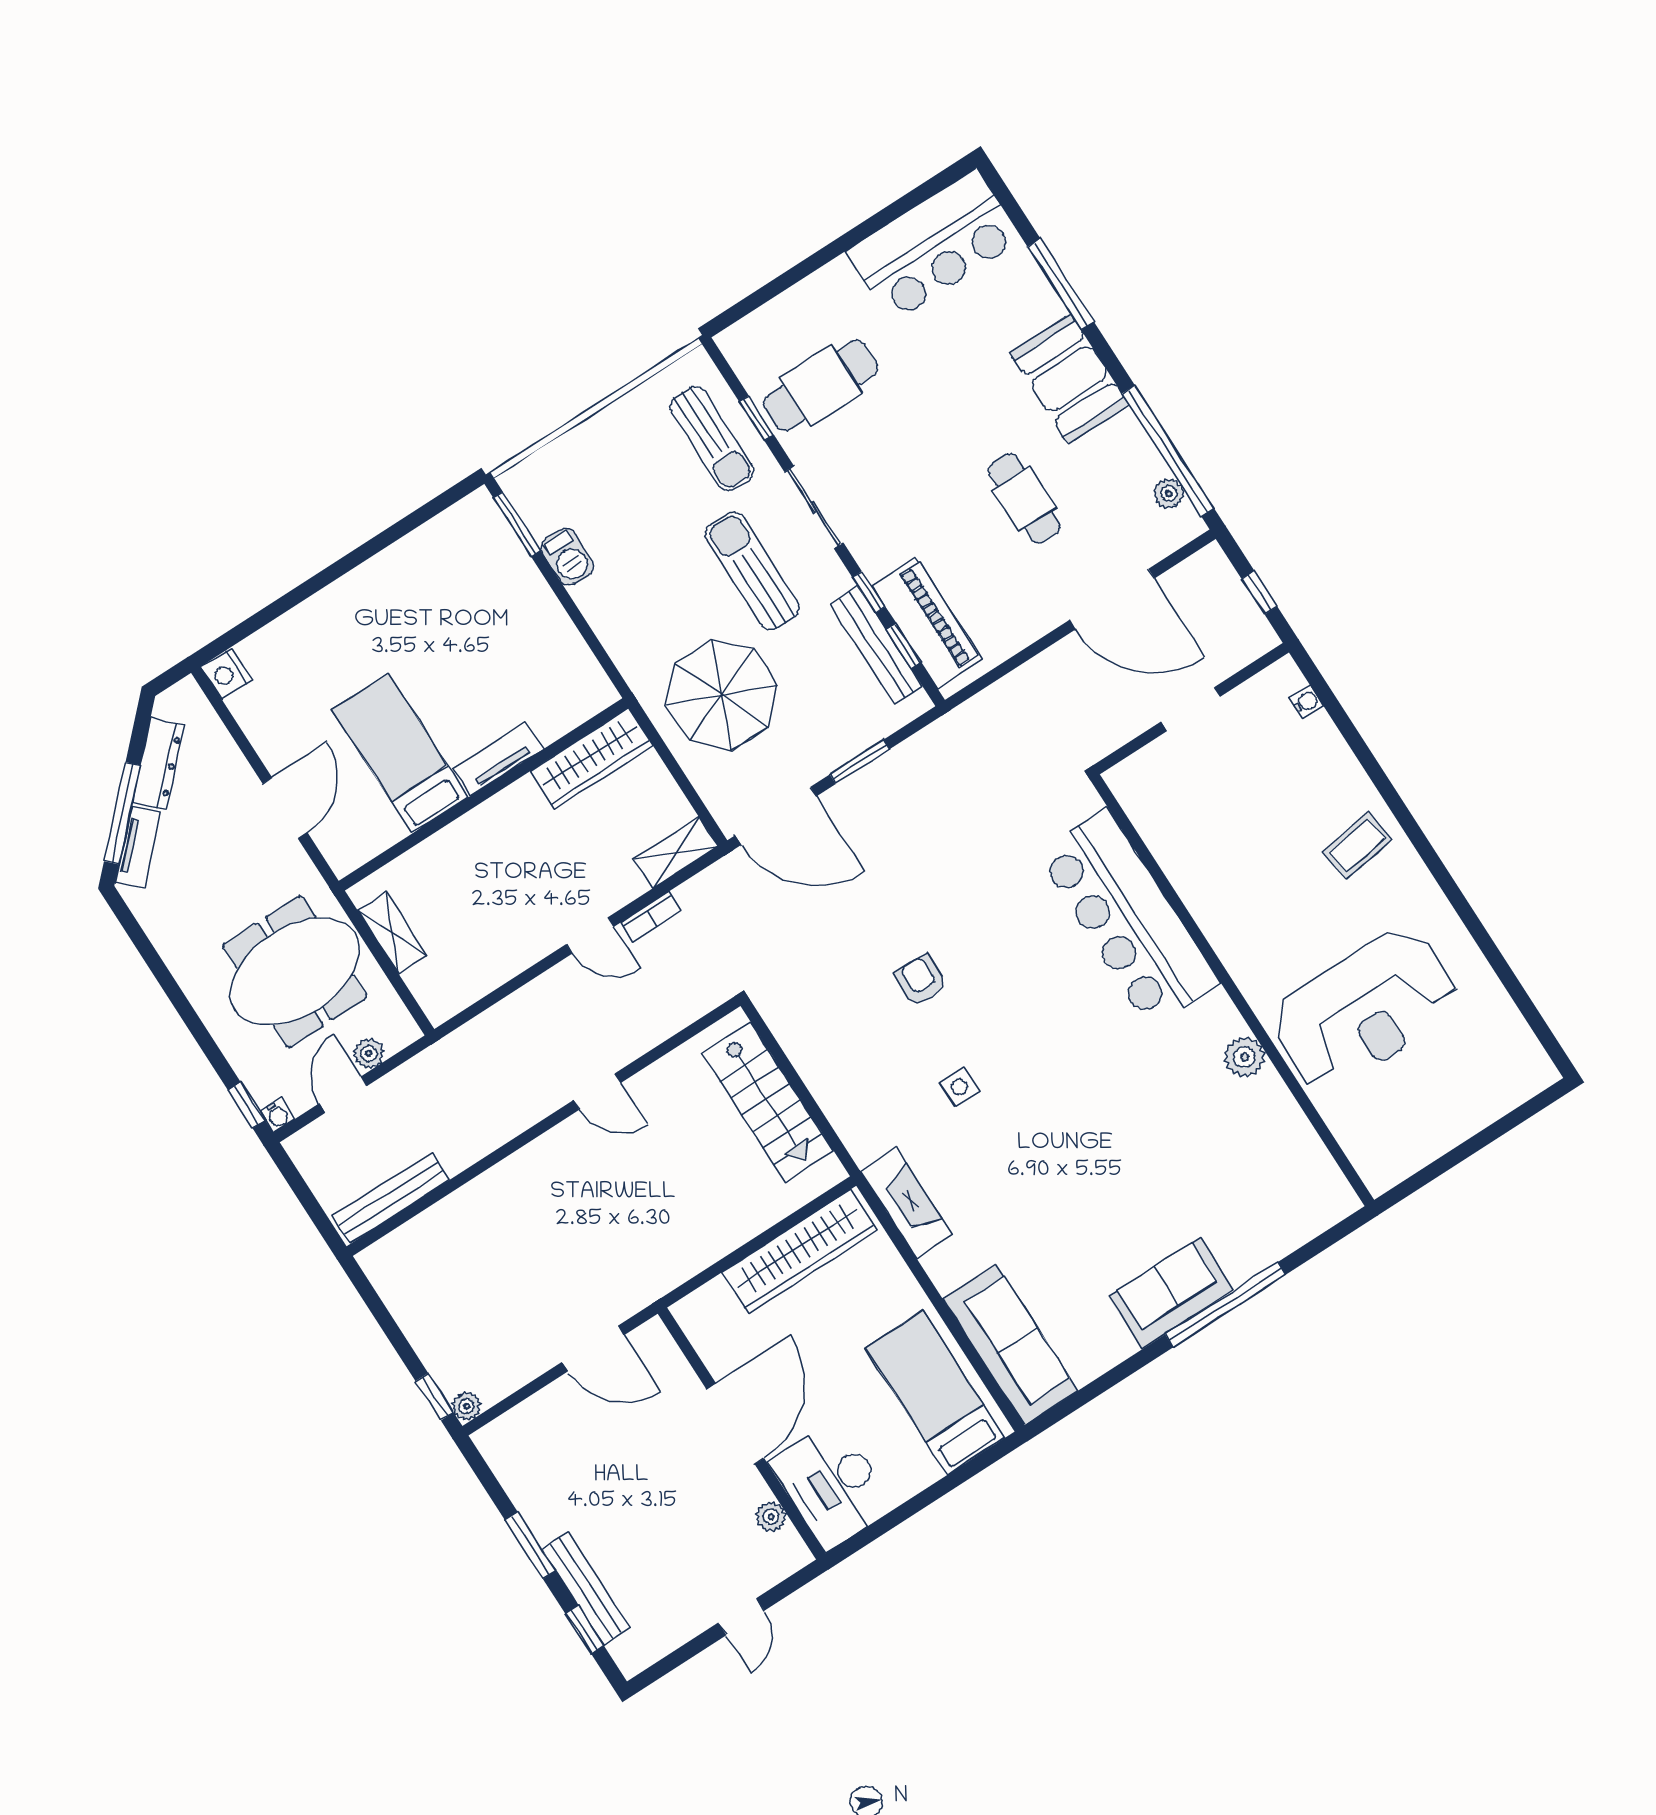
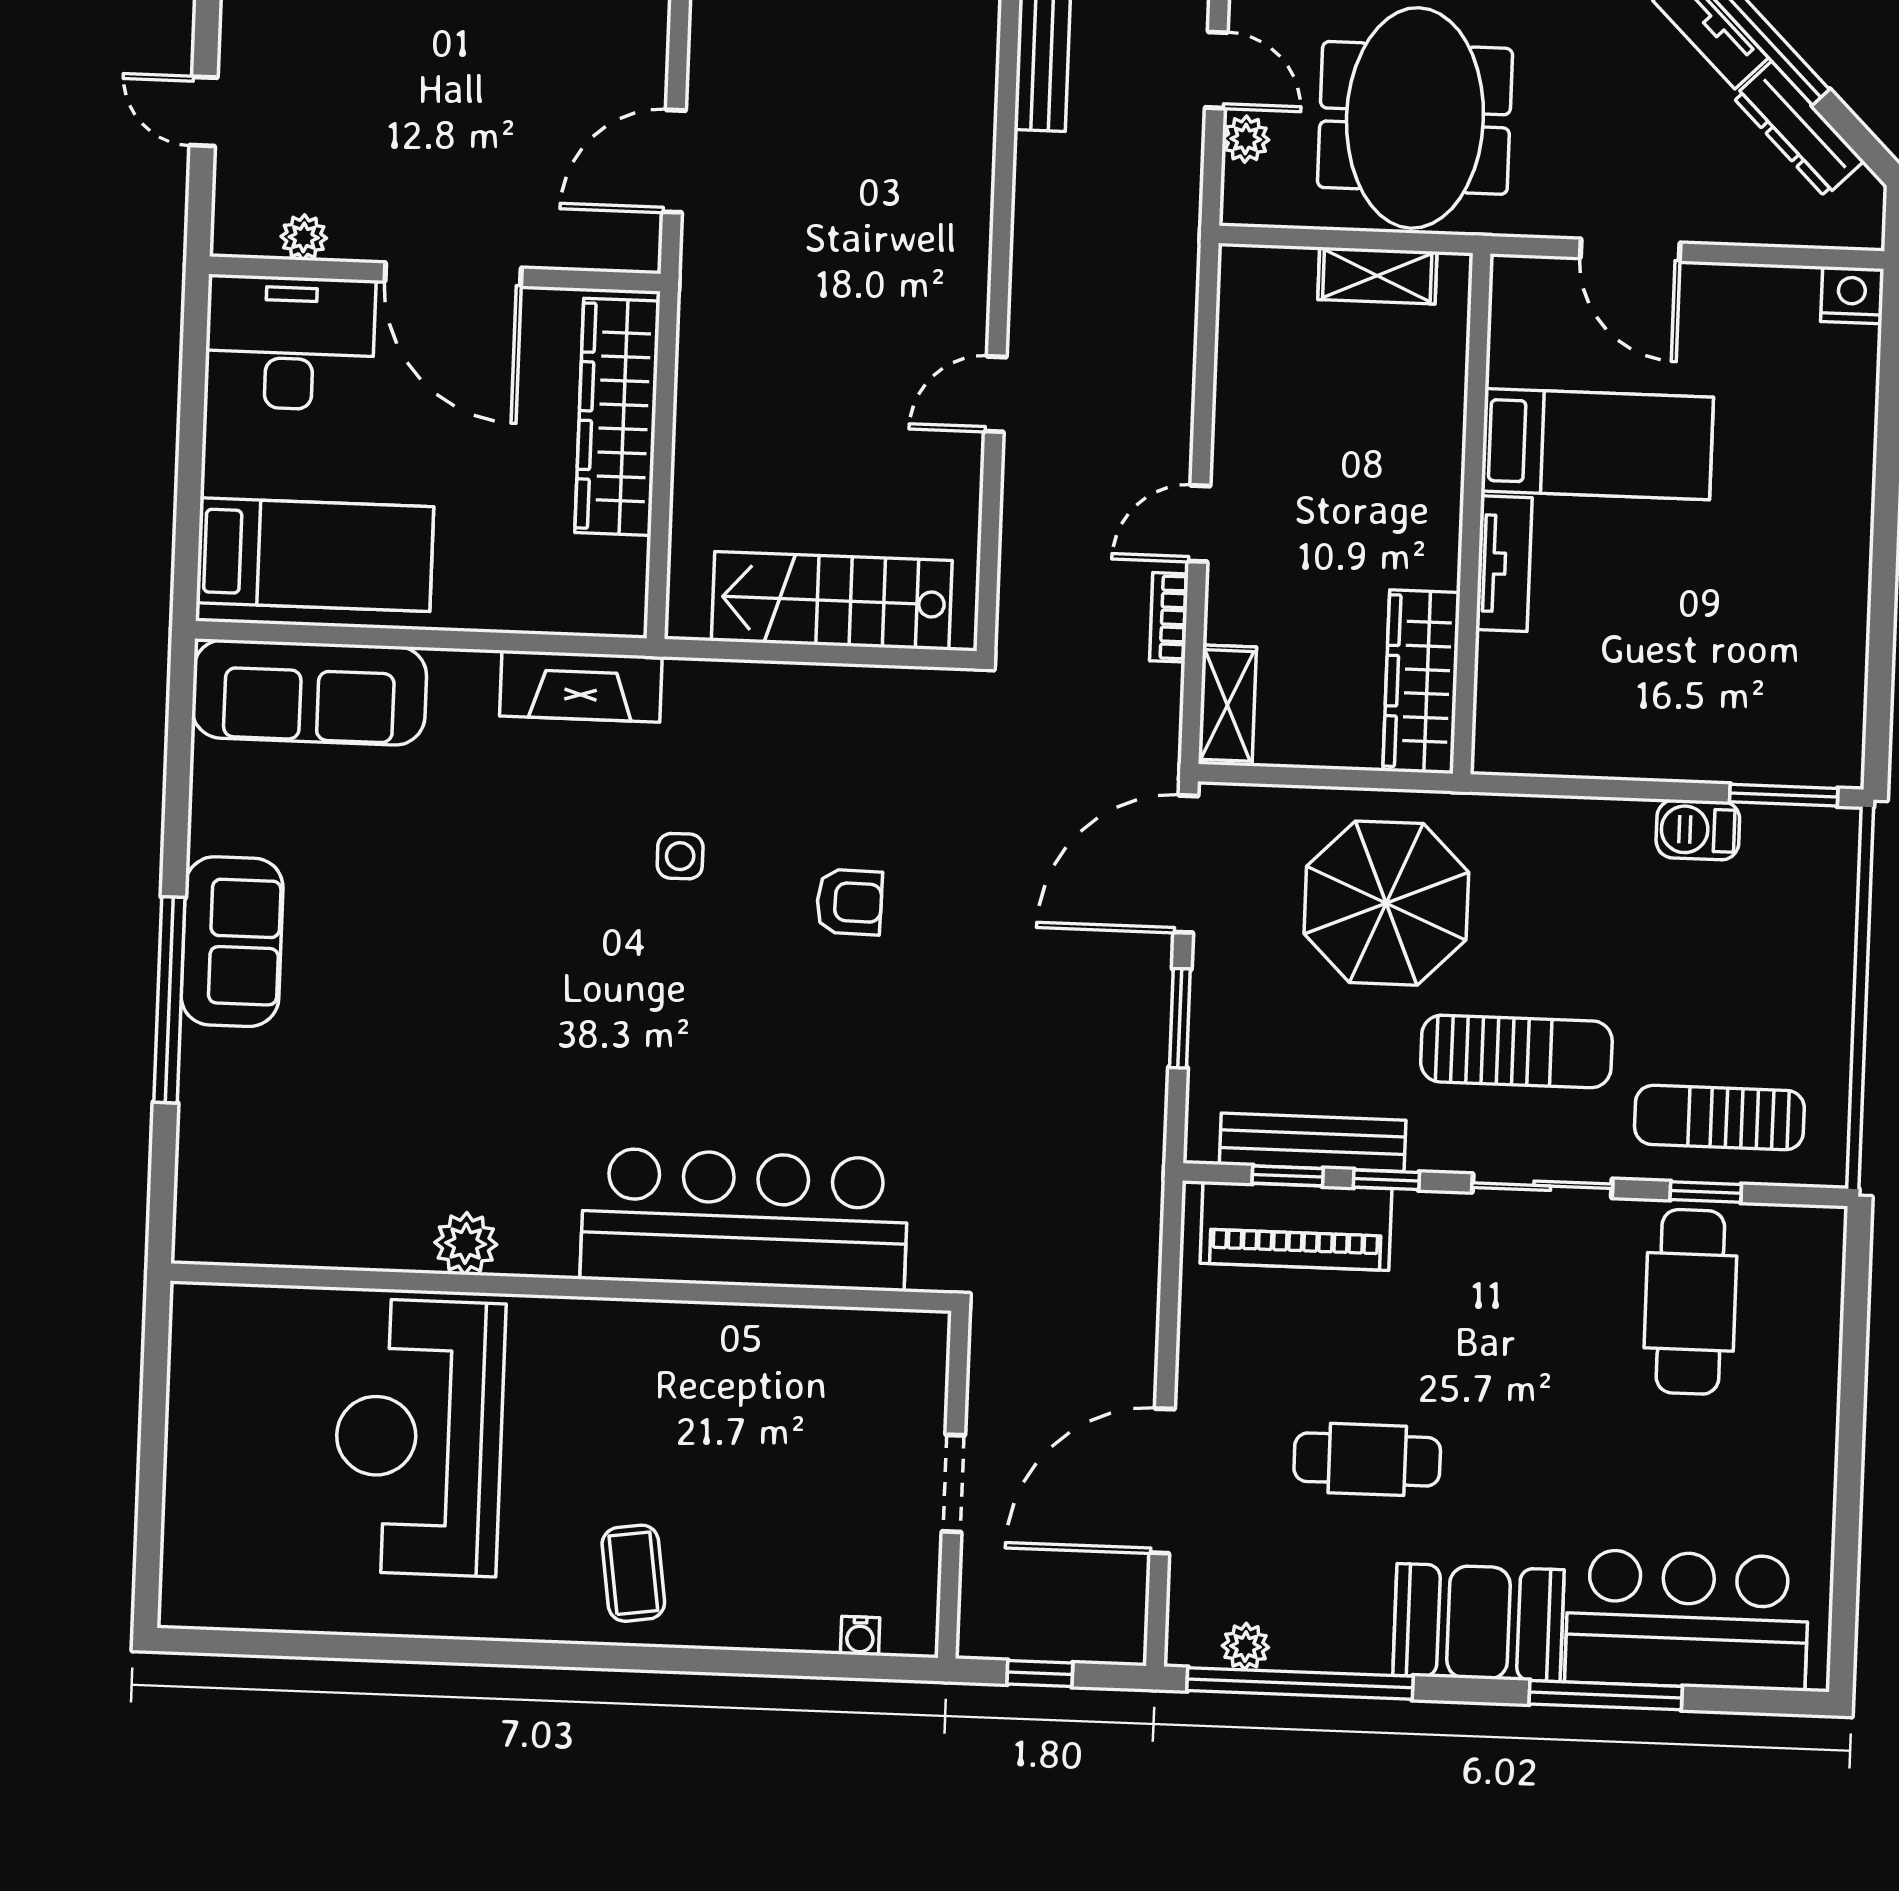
bar counter: (934, 245) -> (1687, 1620), moved, turned 90
wardrobe: (800, 1251) -> (617, 417), moved

